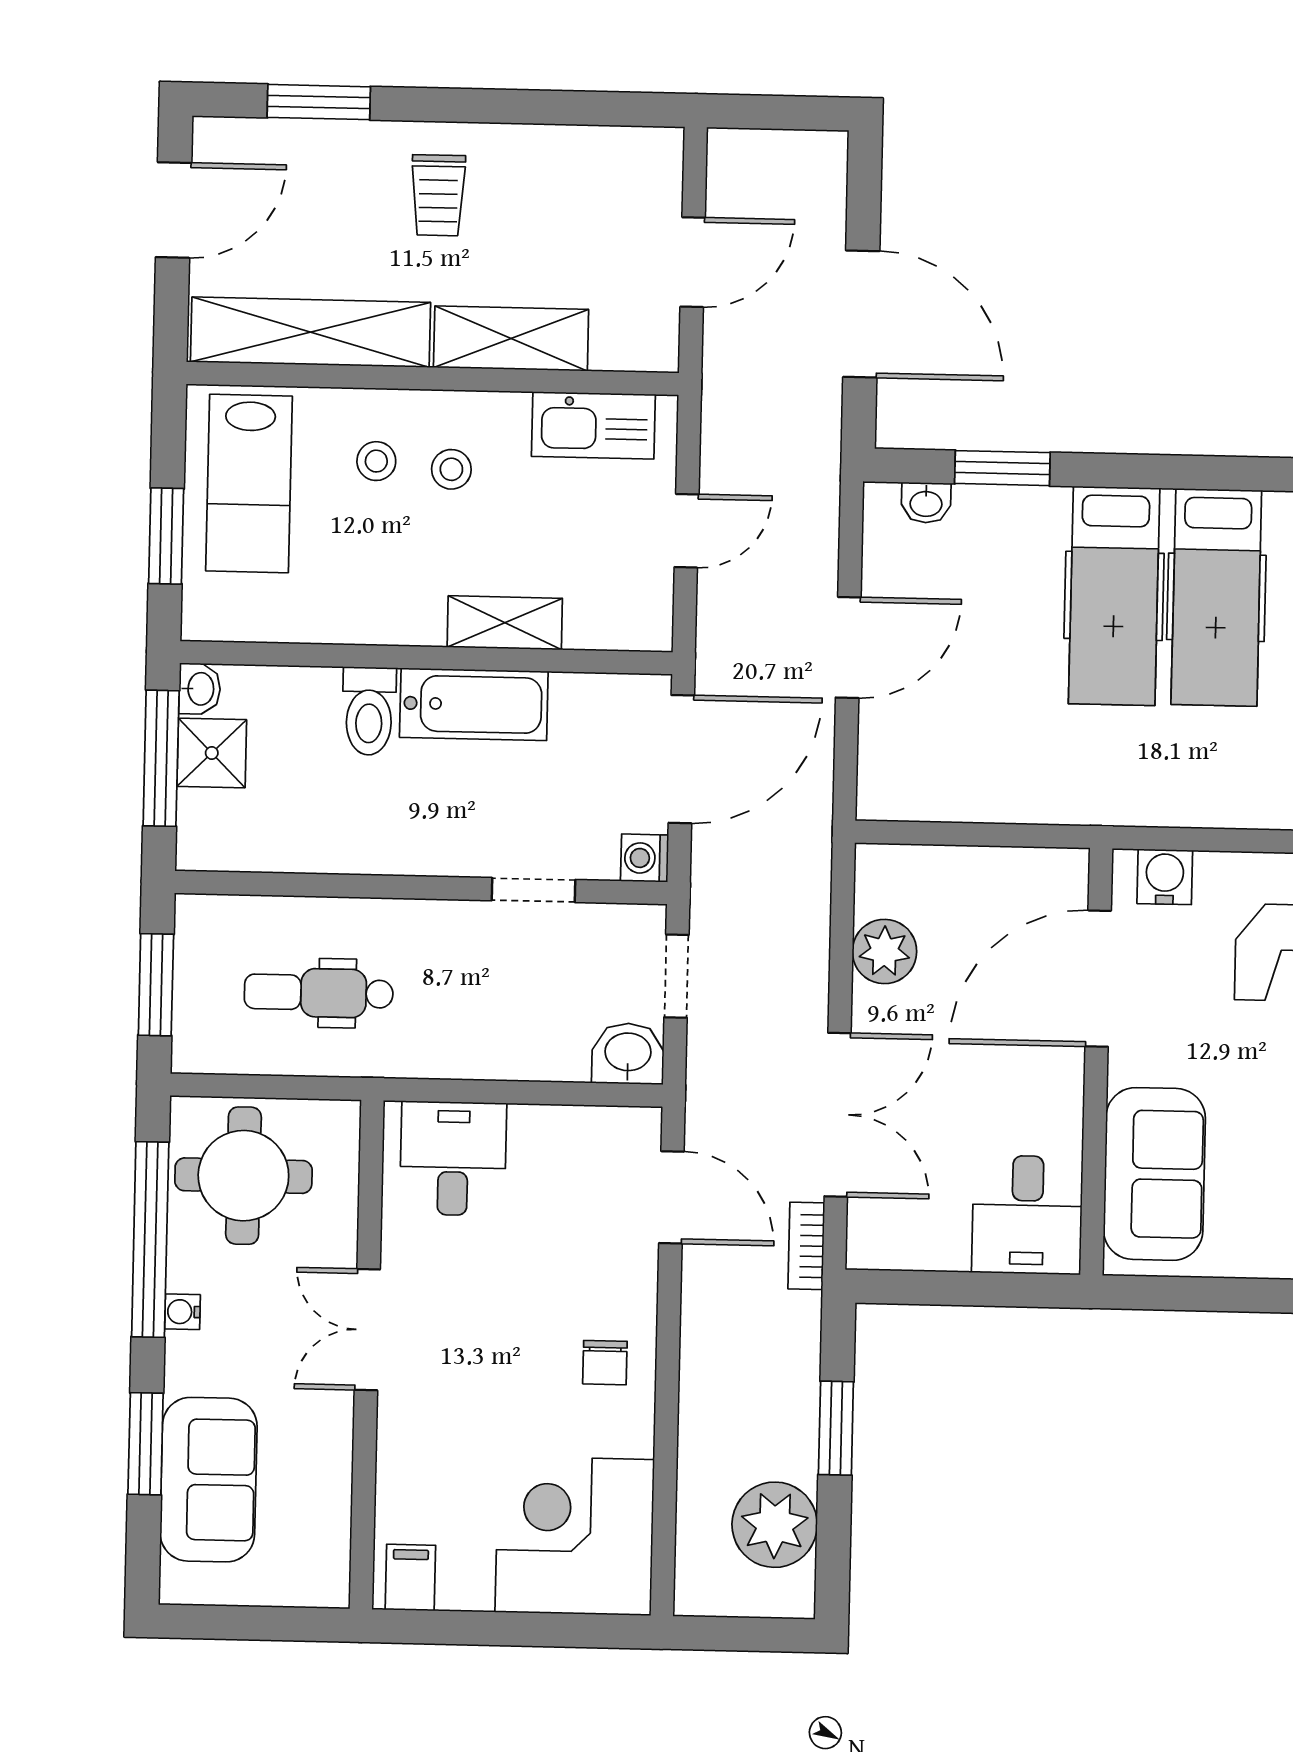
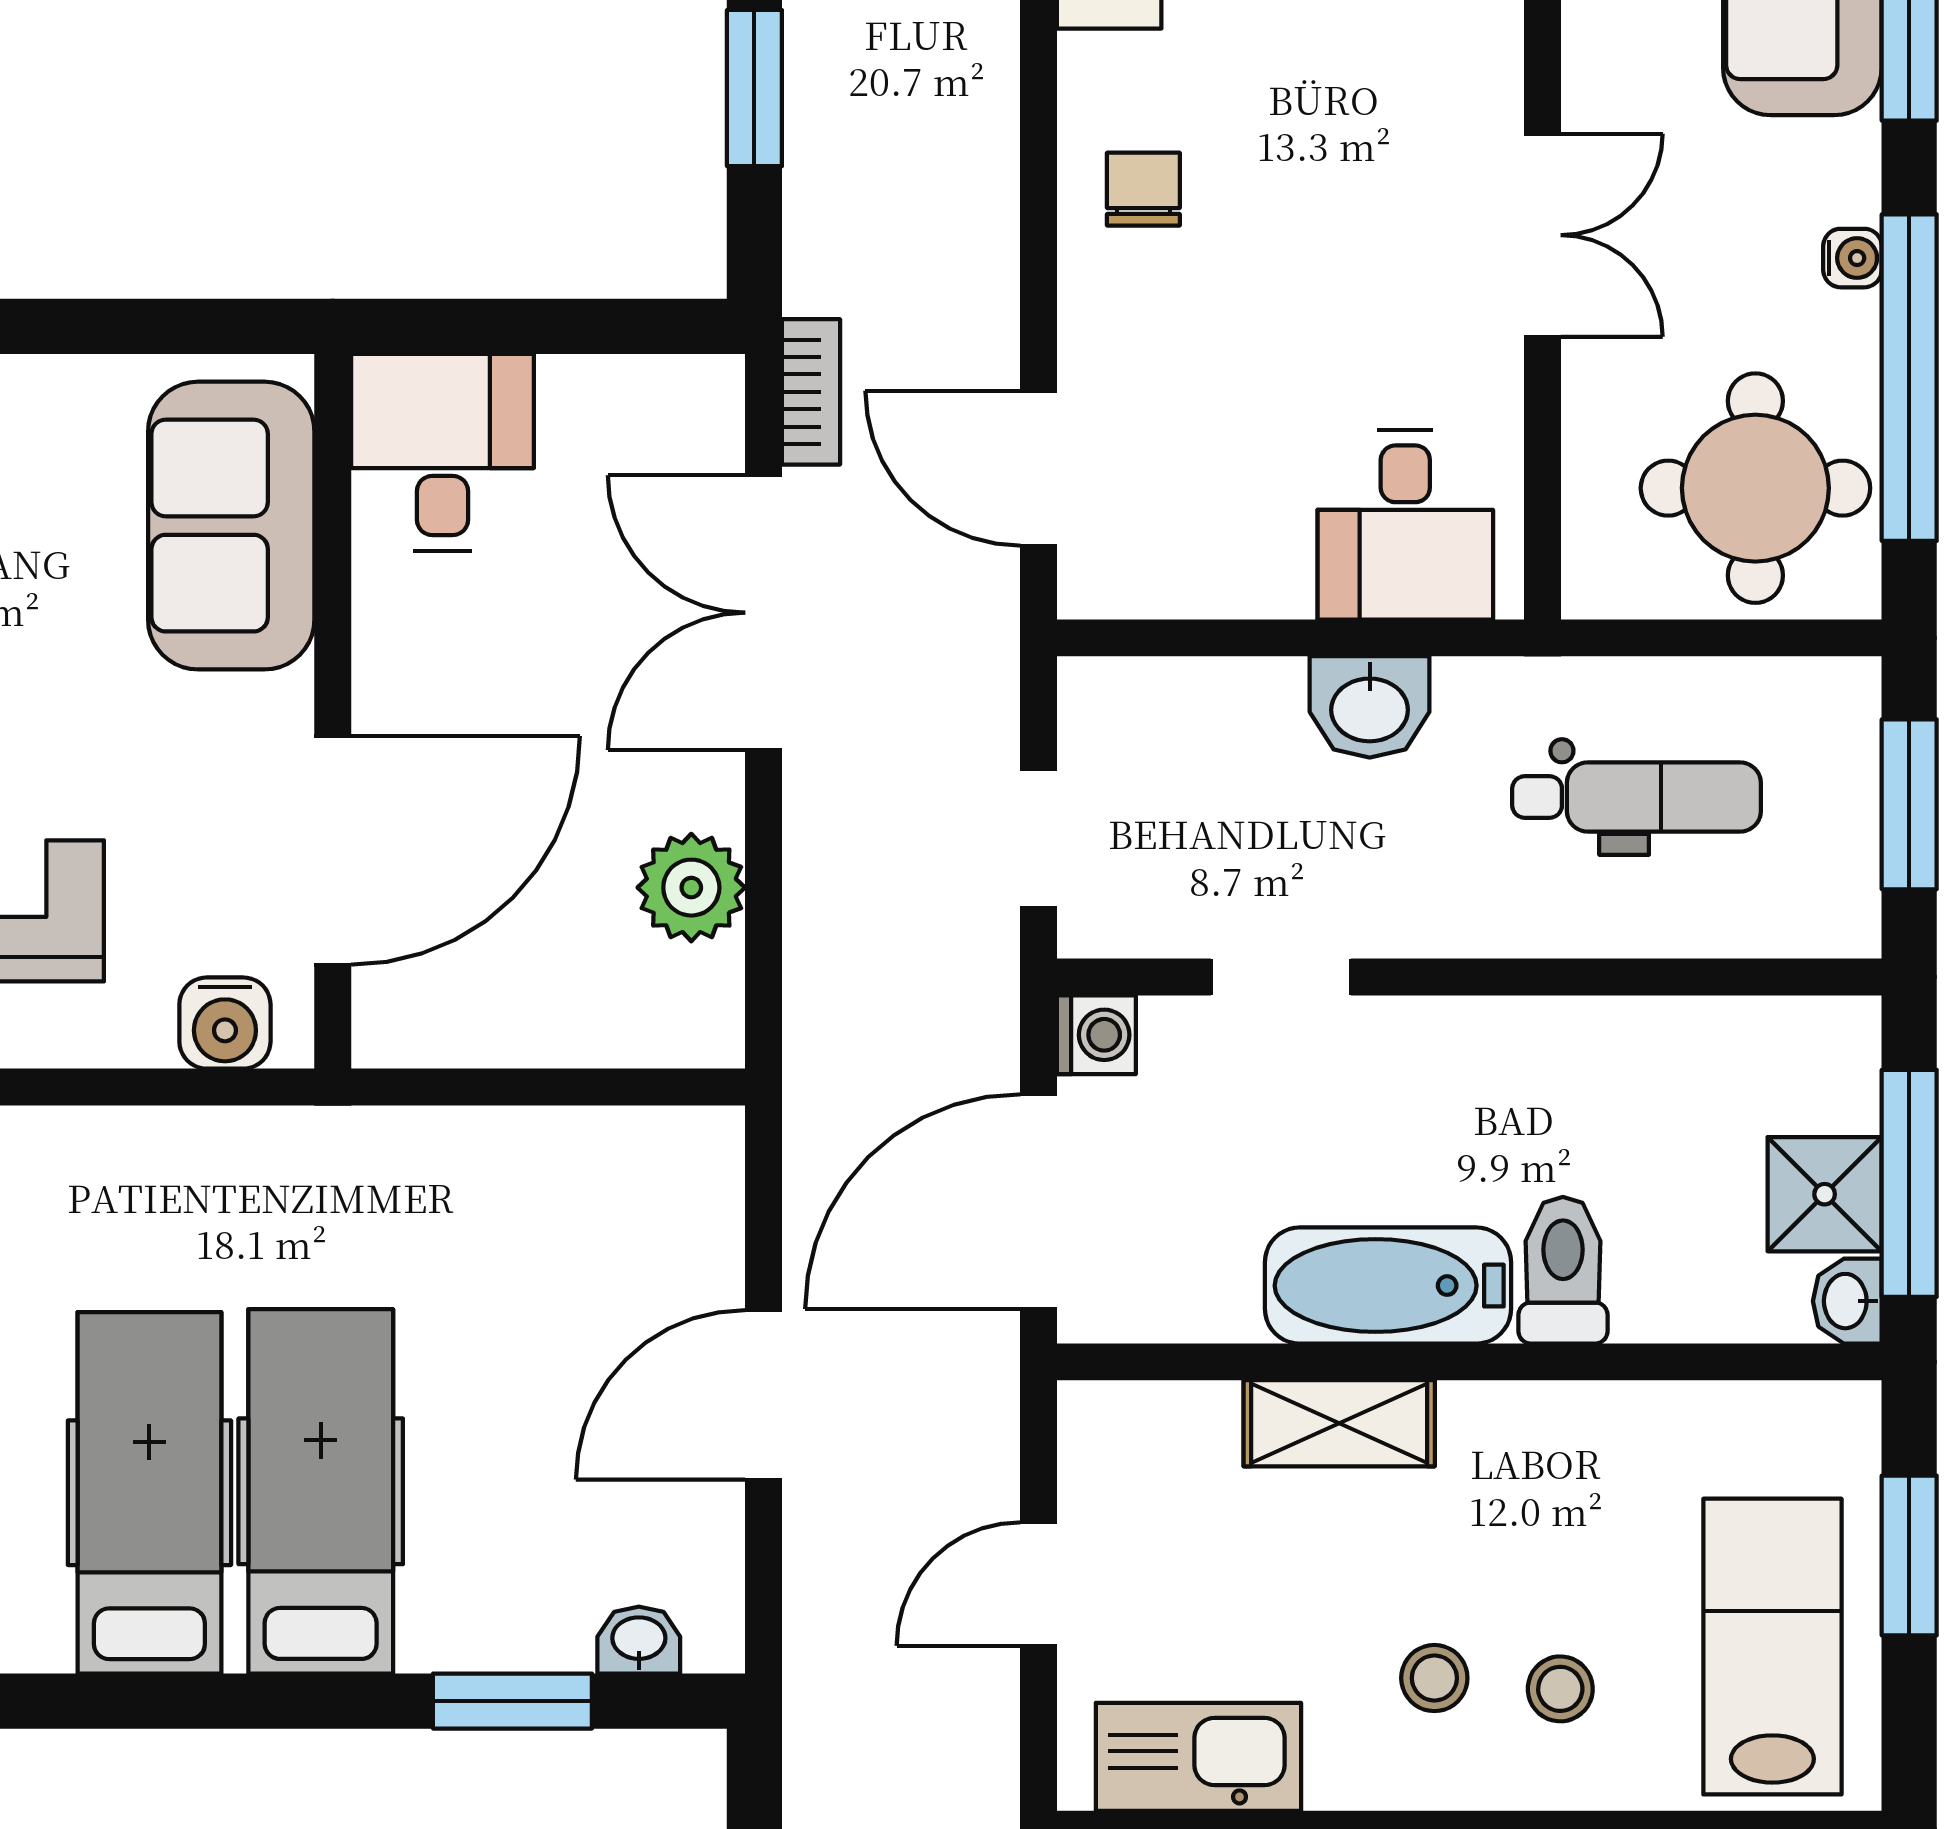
washbasin: (628, 1054) -> (1370, 707), moved

